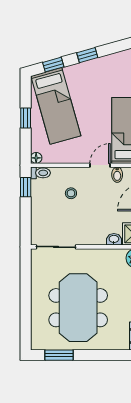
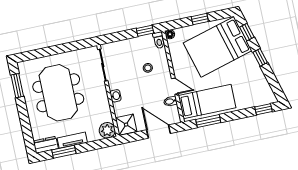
bed: (56, 106) -> (218, 47), width x1.50
washbasin: (114, 239) -> (116, 96), moved
meeting table: (78, 308) -> (58, 93), turned 90

